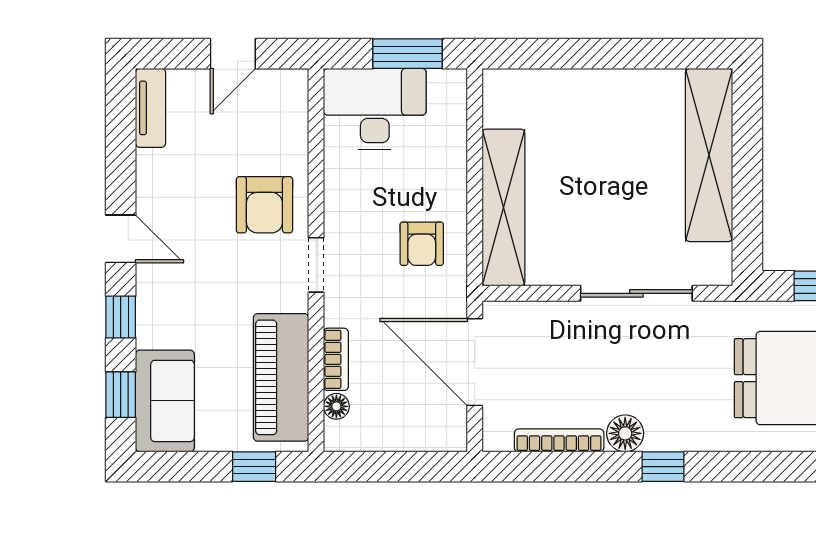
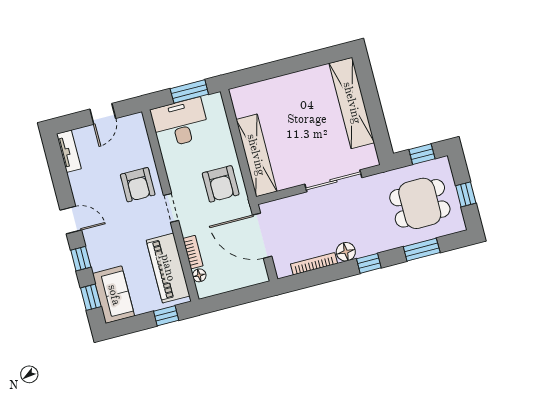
armchair: (422, 244) -> (221, 184), width x1.38, depth x1.38
window: (770, 467) -> (422, 250), added

